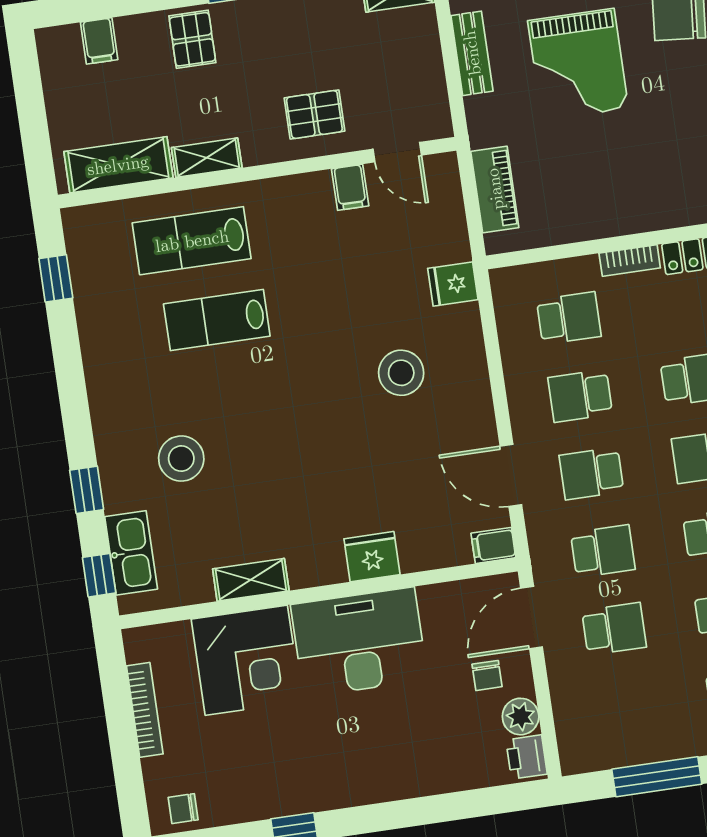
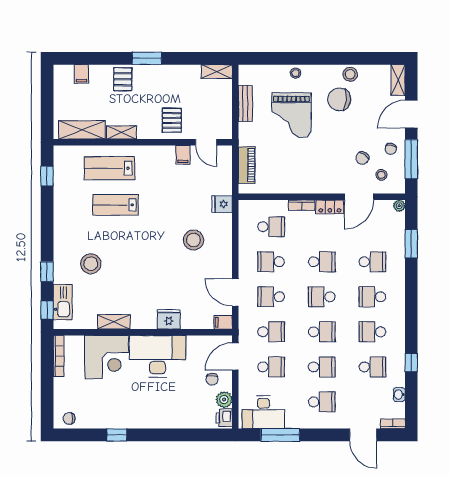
pallet: (314, 115) -> (172, 120), turned 90
bookcase: (145, 710) -> (59, 356), moved
desk: (612, 732) -> (263, 412), added

